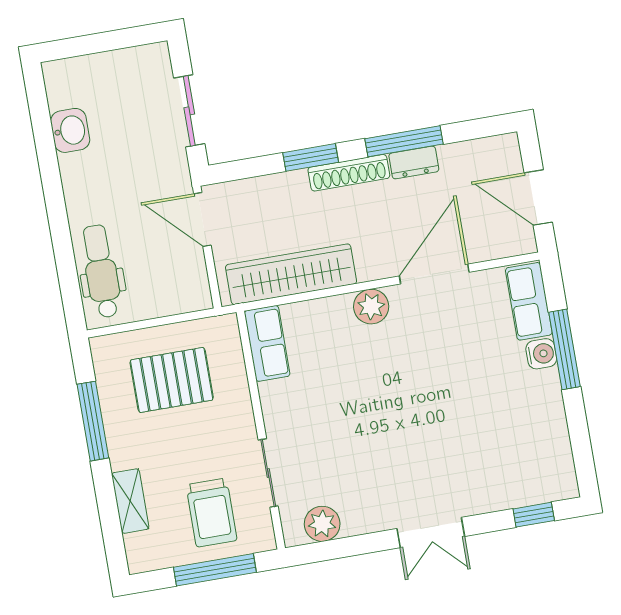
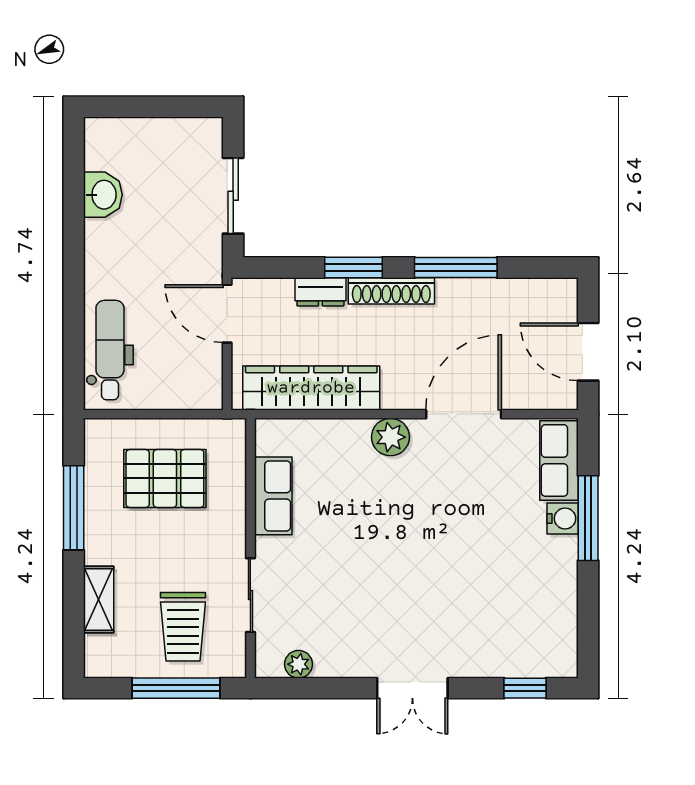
dresser: (414, 162) -> (320, 292), moved
row of seats: (267, 343) -> (273, 496), moved
plant: (322, 524) -> (299, 664), width x0.73, depth x0.73

